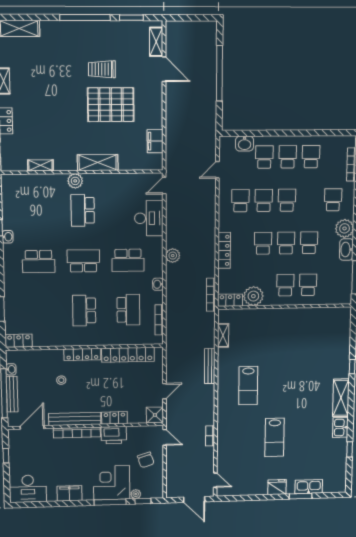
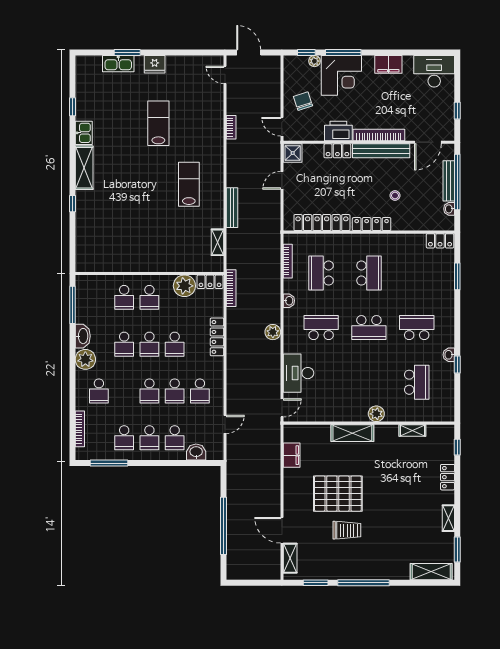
window: (325, 133) -> (109, 463), added
school desk: (83, 210) -> (417, 382), moved

